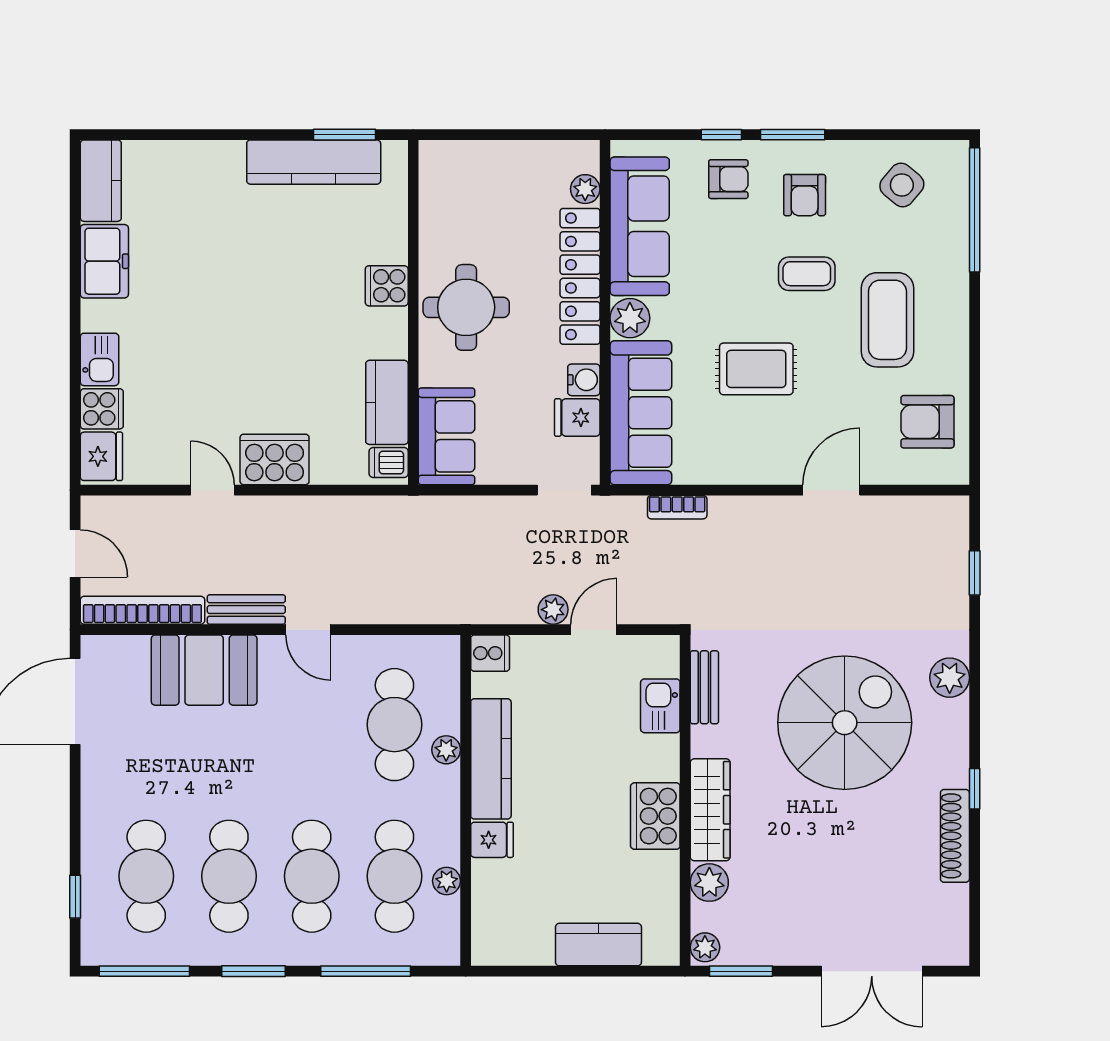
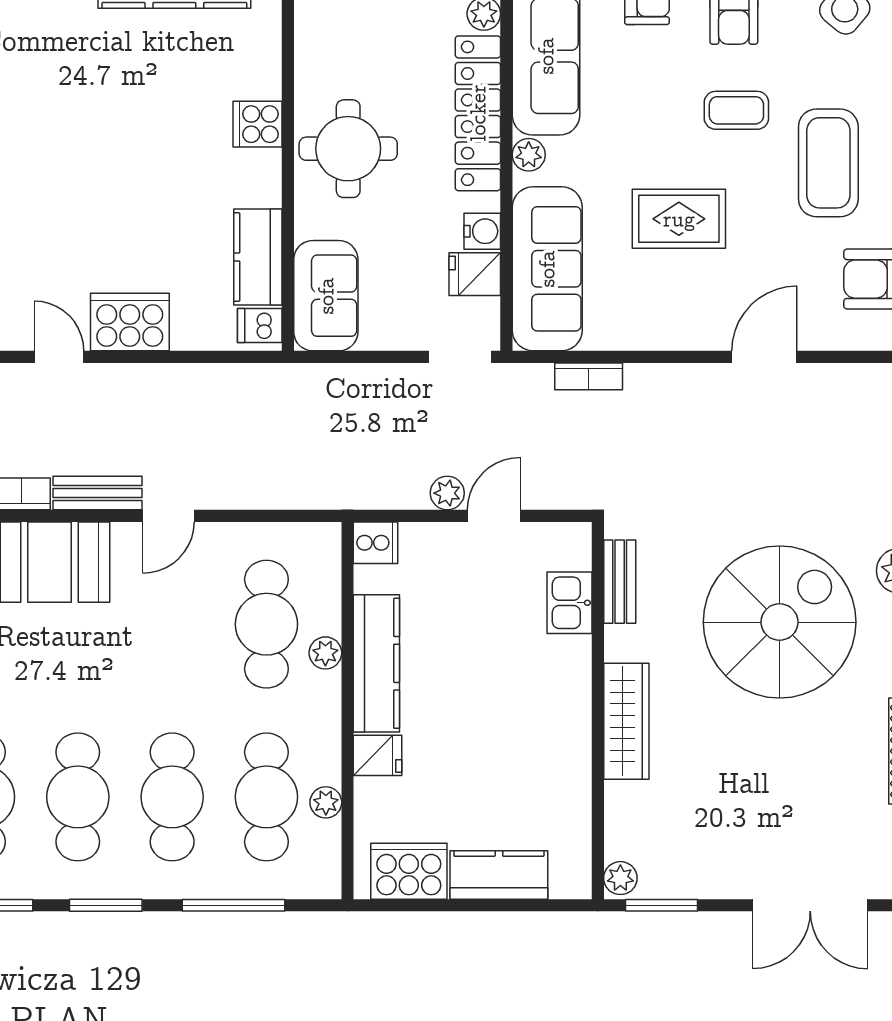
plant: (630, 318) -> (529, 155), width x0.73, depth x0.73
door: (308, 630) -> (168, 516), hinge flipped
cooker: (655, 816) -> (409, 871), moved, turned 90
plant: (709, 883) -> (625, 804), removed

